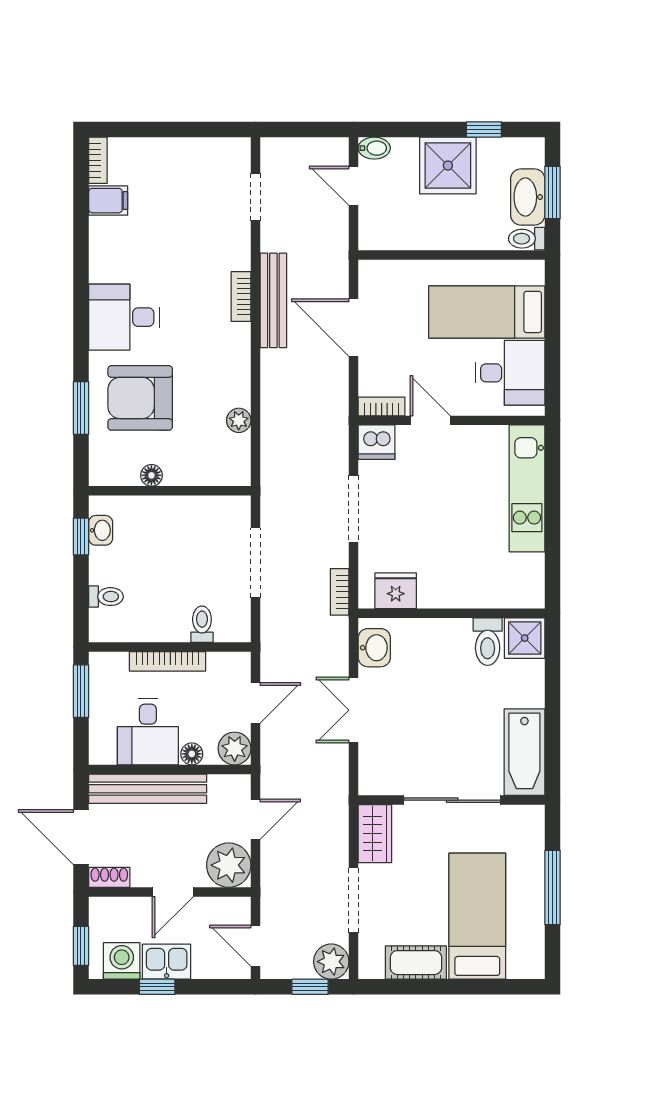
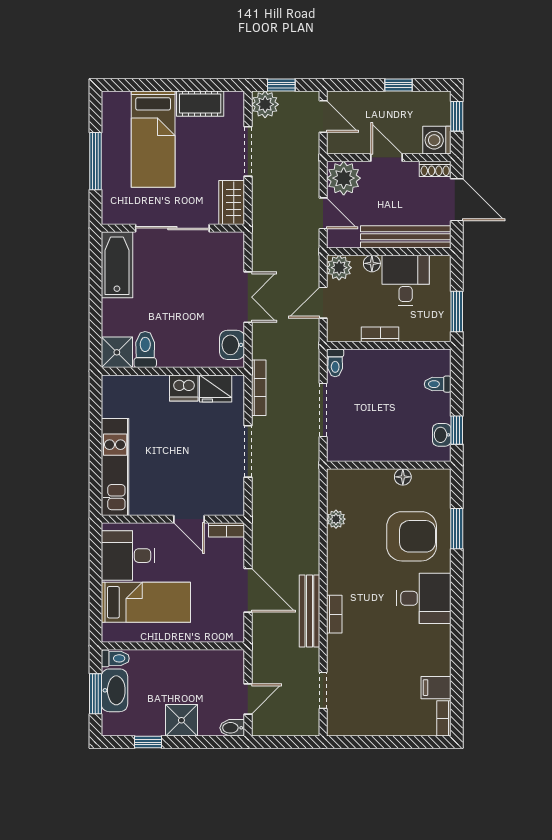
shower: (448, 165) -> (181, 720), width x0.73, depth x0.73
door: (353, 186) -> (248, 699), hinge flipped
dishwasher: (377, 442) -> (184, 388), moved, turned 180
bookcase: (340, 592) -> (259, 388), width x1.56
toilet: (202, 624) -> (335, 363), moved
bookcase: (168, 661) -> (380, 334), width x0.64
door: (256, 819) -> (323, 213), swing flipped
door: (173, 892) -> (386, 158), hinge flipped
washing machine: (122, 961) -> (437, 140), moved, turned 90
kitchen sink: (167, 962) -> (391, 104), removed

